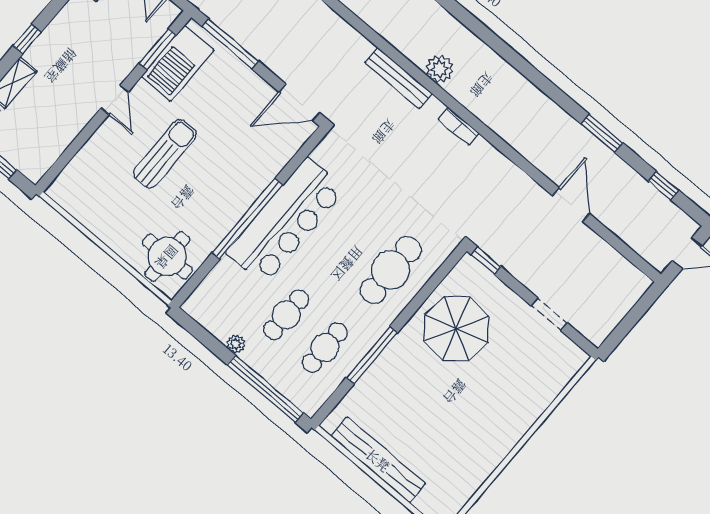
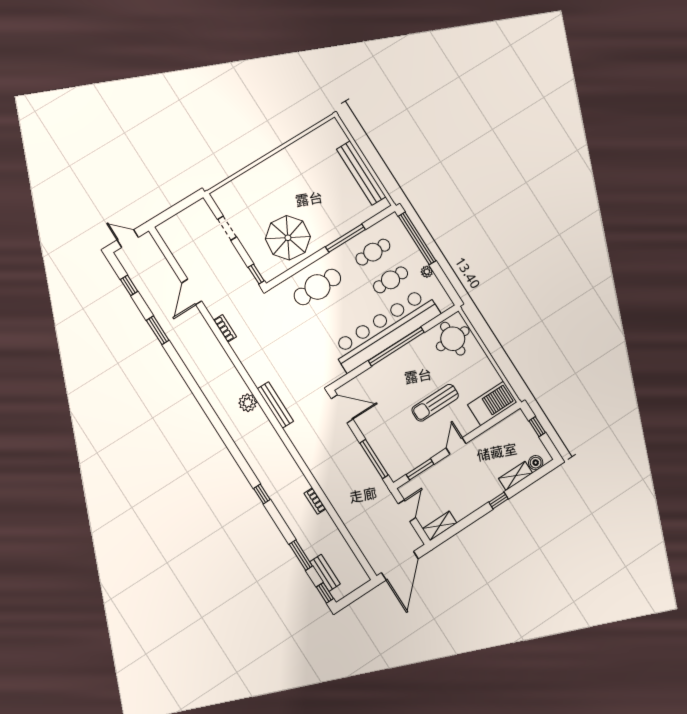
barbecue: (178, 63) -> (492, 403), moved
bookcase: (459, 126) -> (225, 328), moved
bar counter: (286, 221) -> (386, 330), width x1.36

